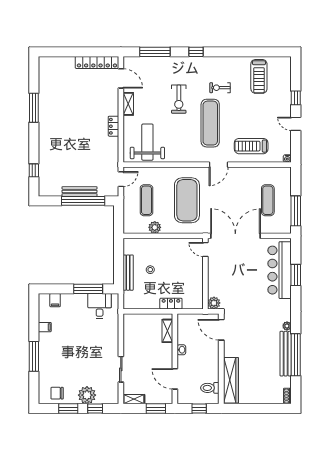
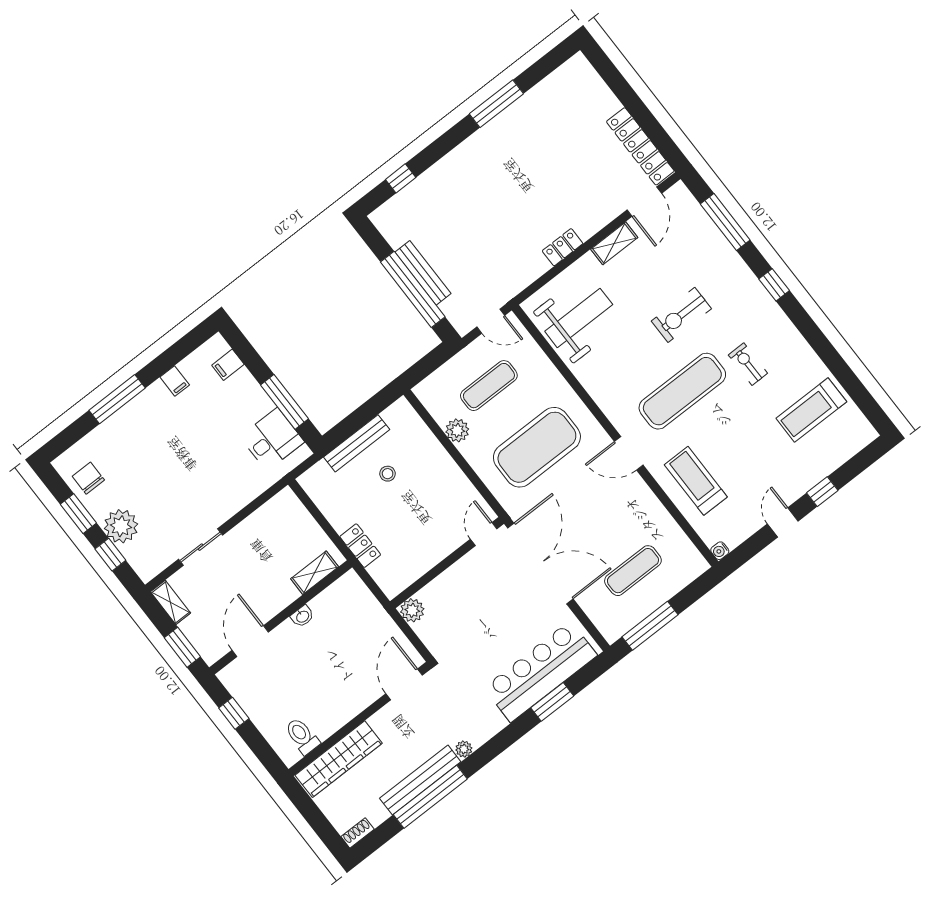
door: (221, 330) -> (404, 684), moved
wall: (221, 359) -> (360, 719), moved
wardrobe: (231, 380) -> (339, 759), moved
toilet: (210, 388) -> (302, 736), moved

